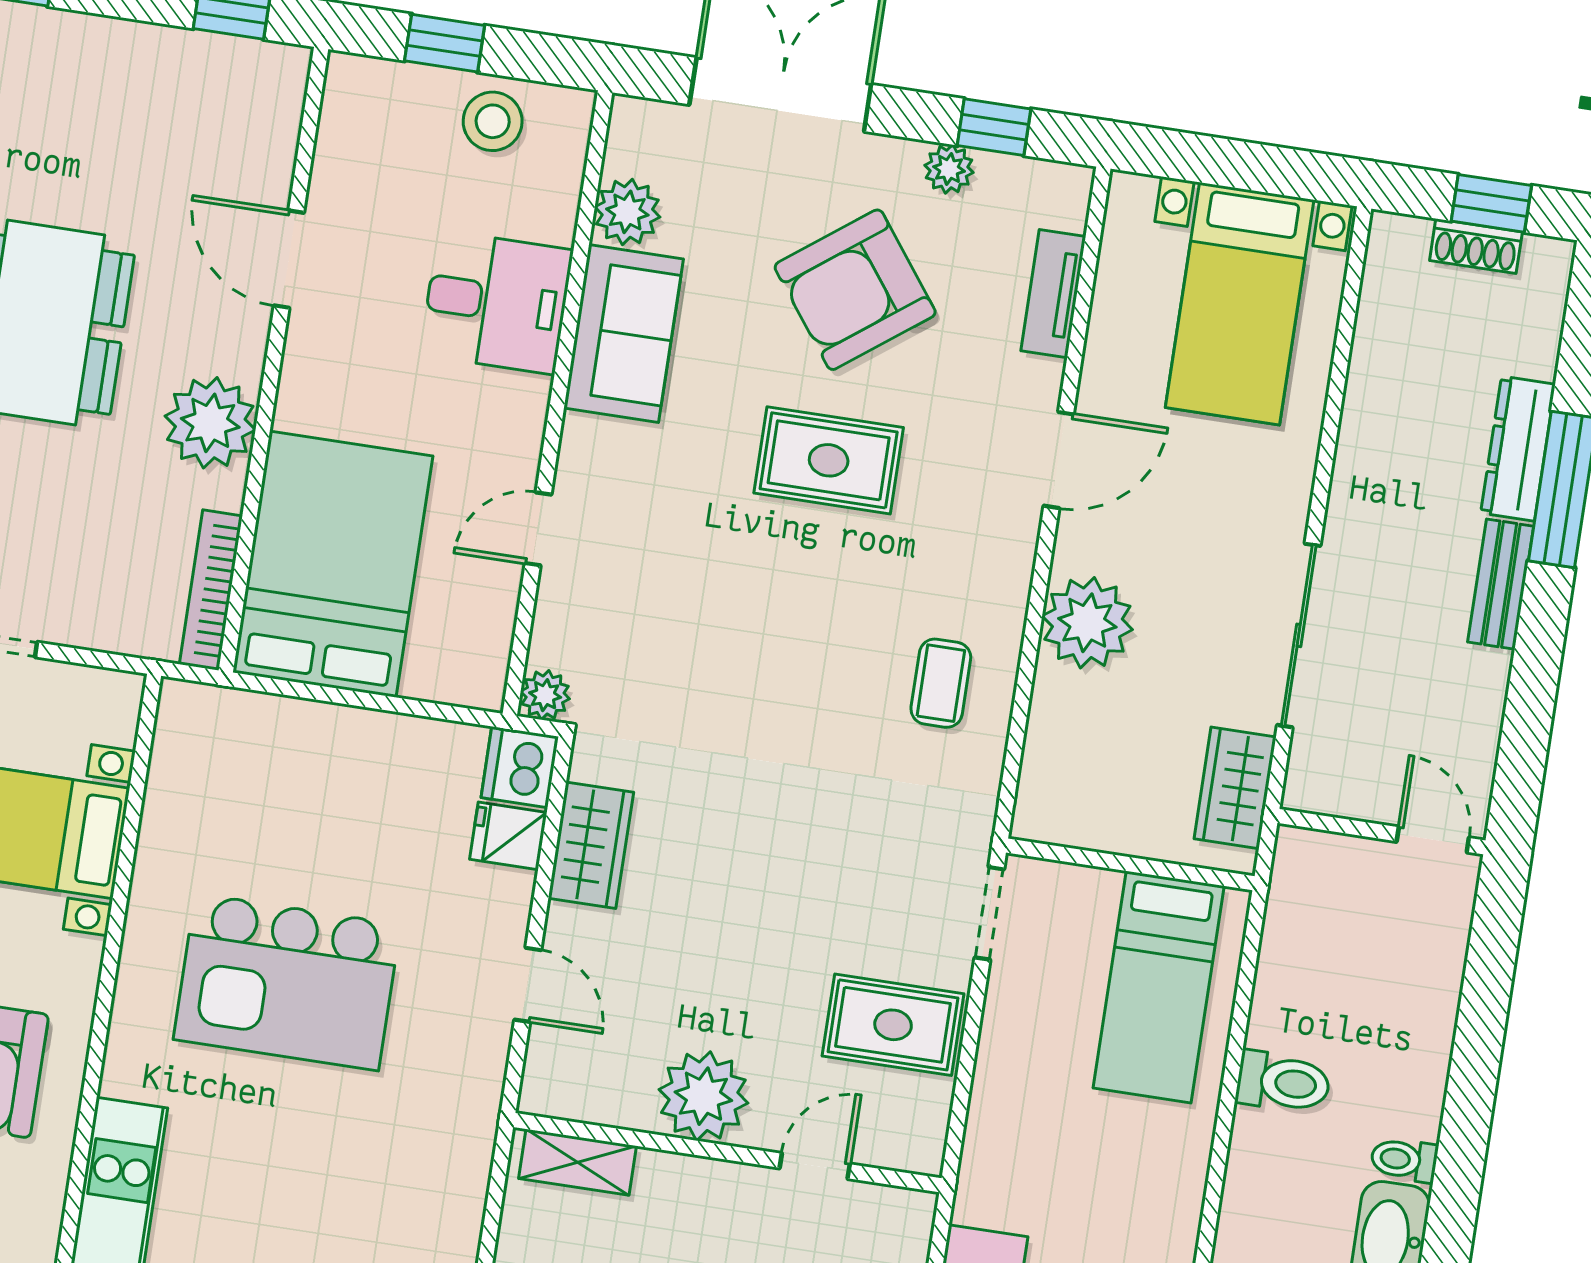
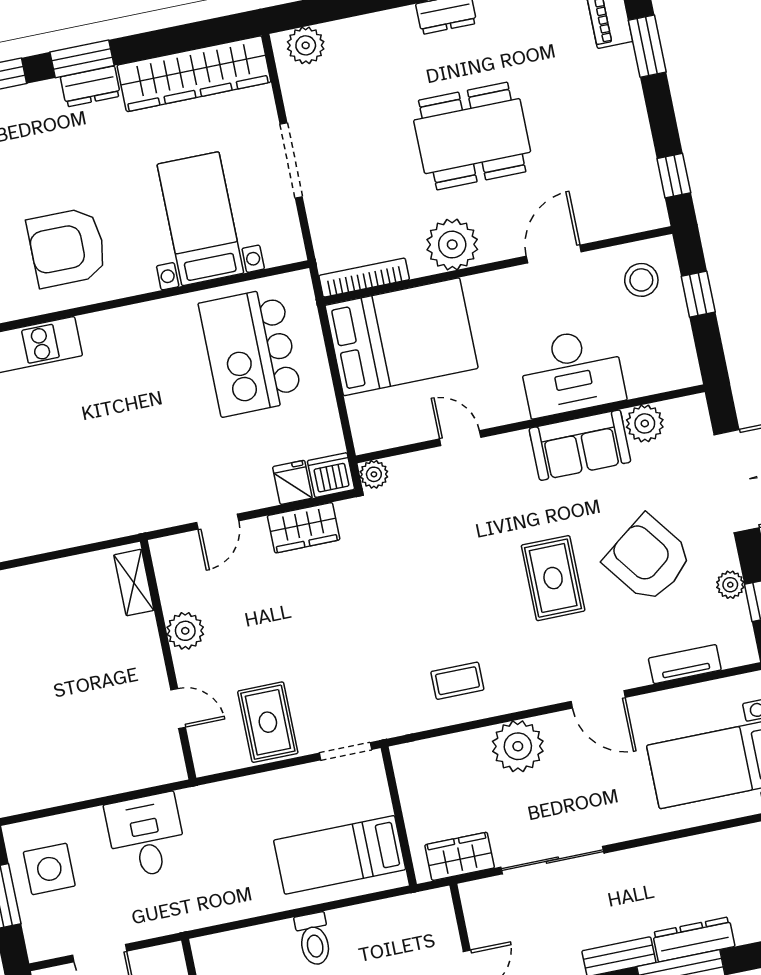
stool: (493, 121) -> (641, 280), moved
desk: (497, 302) -> (572, 372), width x1.37
kitchen island: (287, 982) -> (251, 352), moved
plant: (703, 1096) -> (185, 631), width x0.73, depth x0.73

